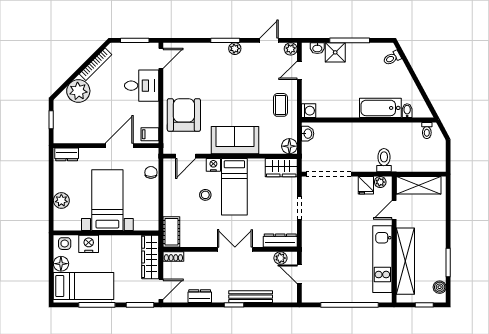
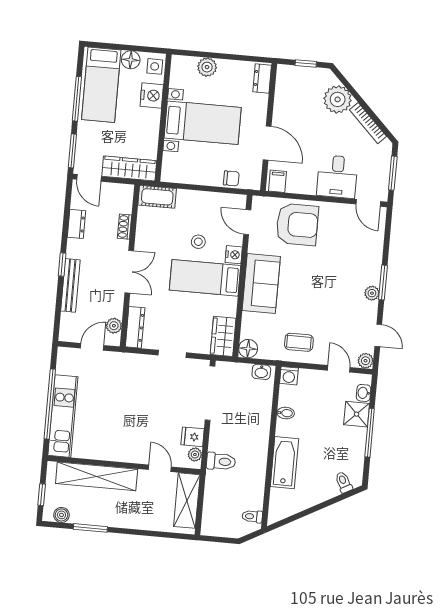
bidet: (407, 111) -> (286, 413), moved
shoe rack: (173, 257) -> (125, 227), moved
kitchen unit: (382, 259) -> (63, 416), moved, turned 90

